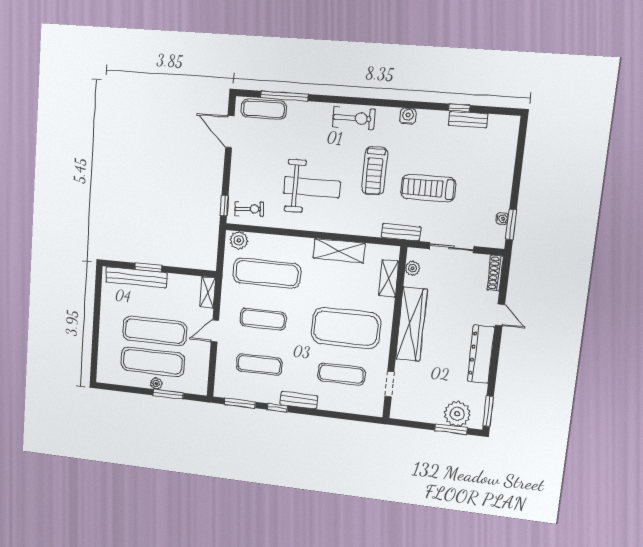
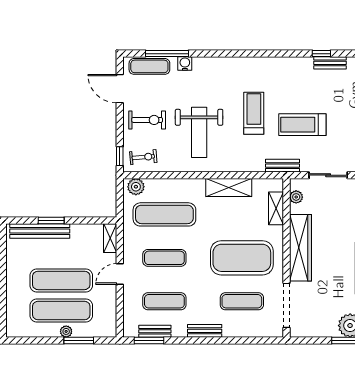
water cooler: (408, 116) -> (185, 64), moved
exercise bike: (354, 118) -> (147, 120), moved
treadmill: (375, 171) -> (254, 113), turned 180
weight bench: (312, 187) -> (199, 132), turned 90
doorway: (389, 384) -> (287, 305), width x1.88
bench: (247, 394) -> (155, 331), added
window: (277, 408) -> (185, 340), removed

